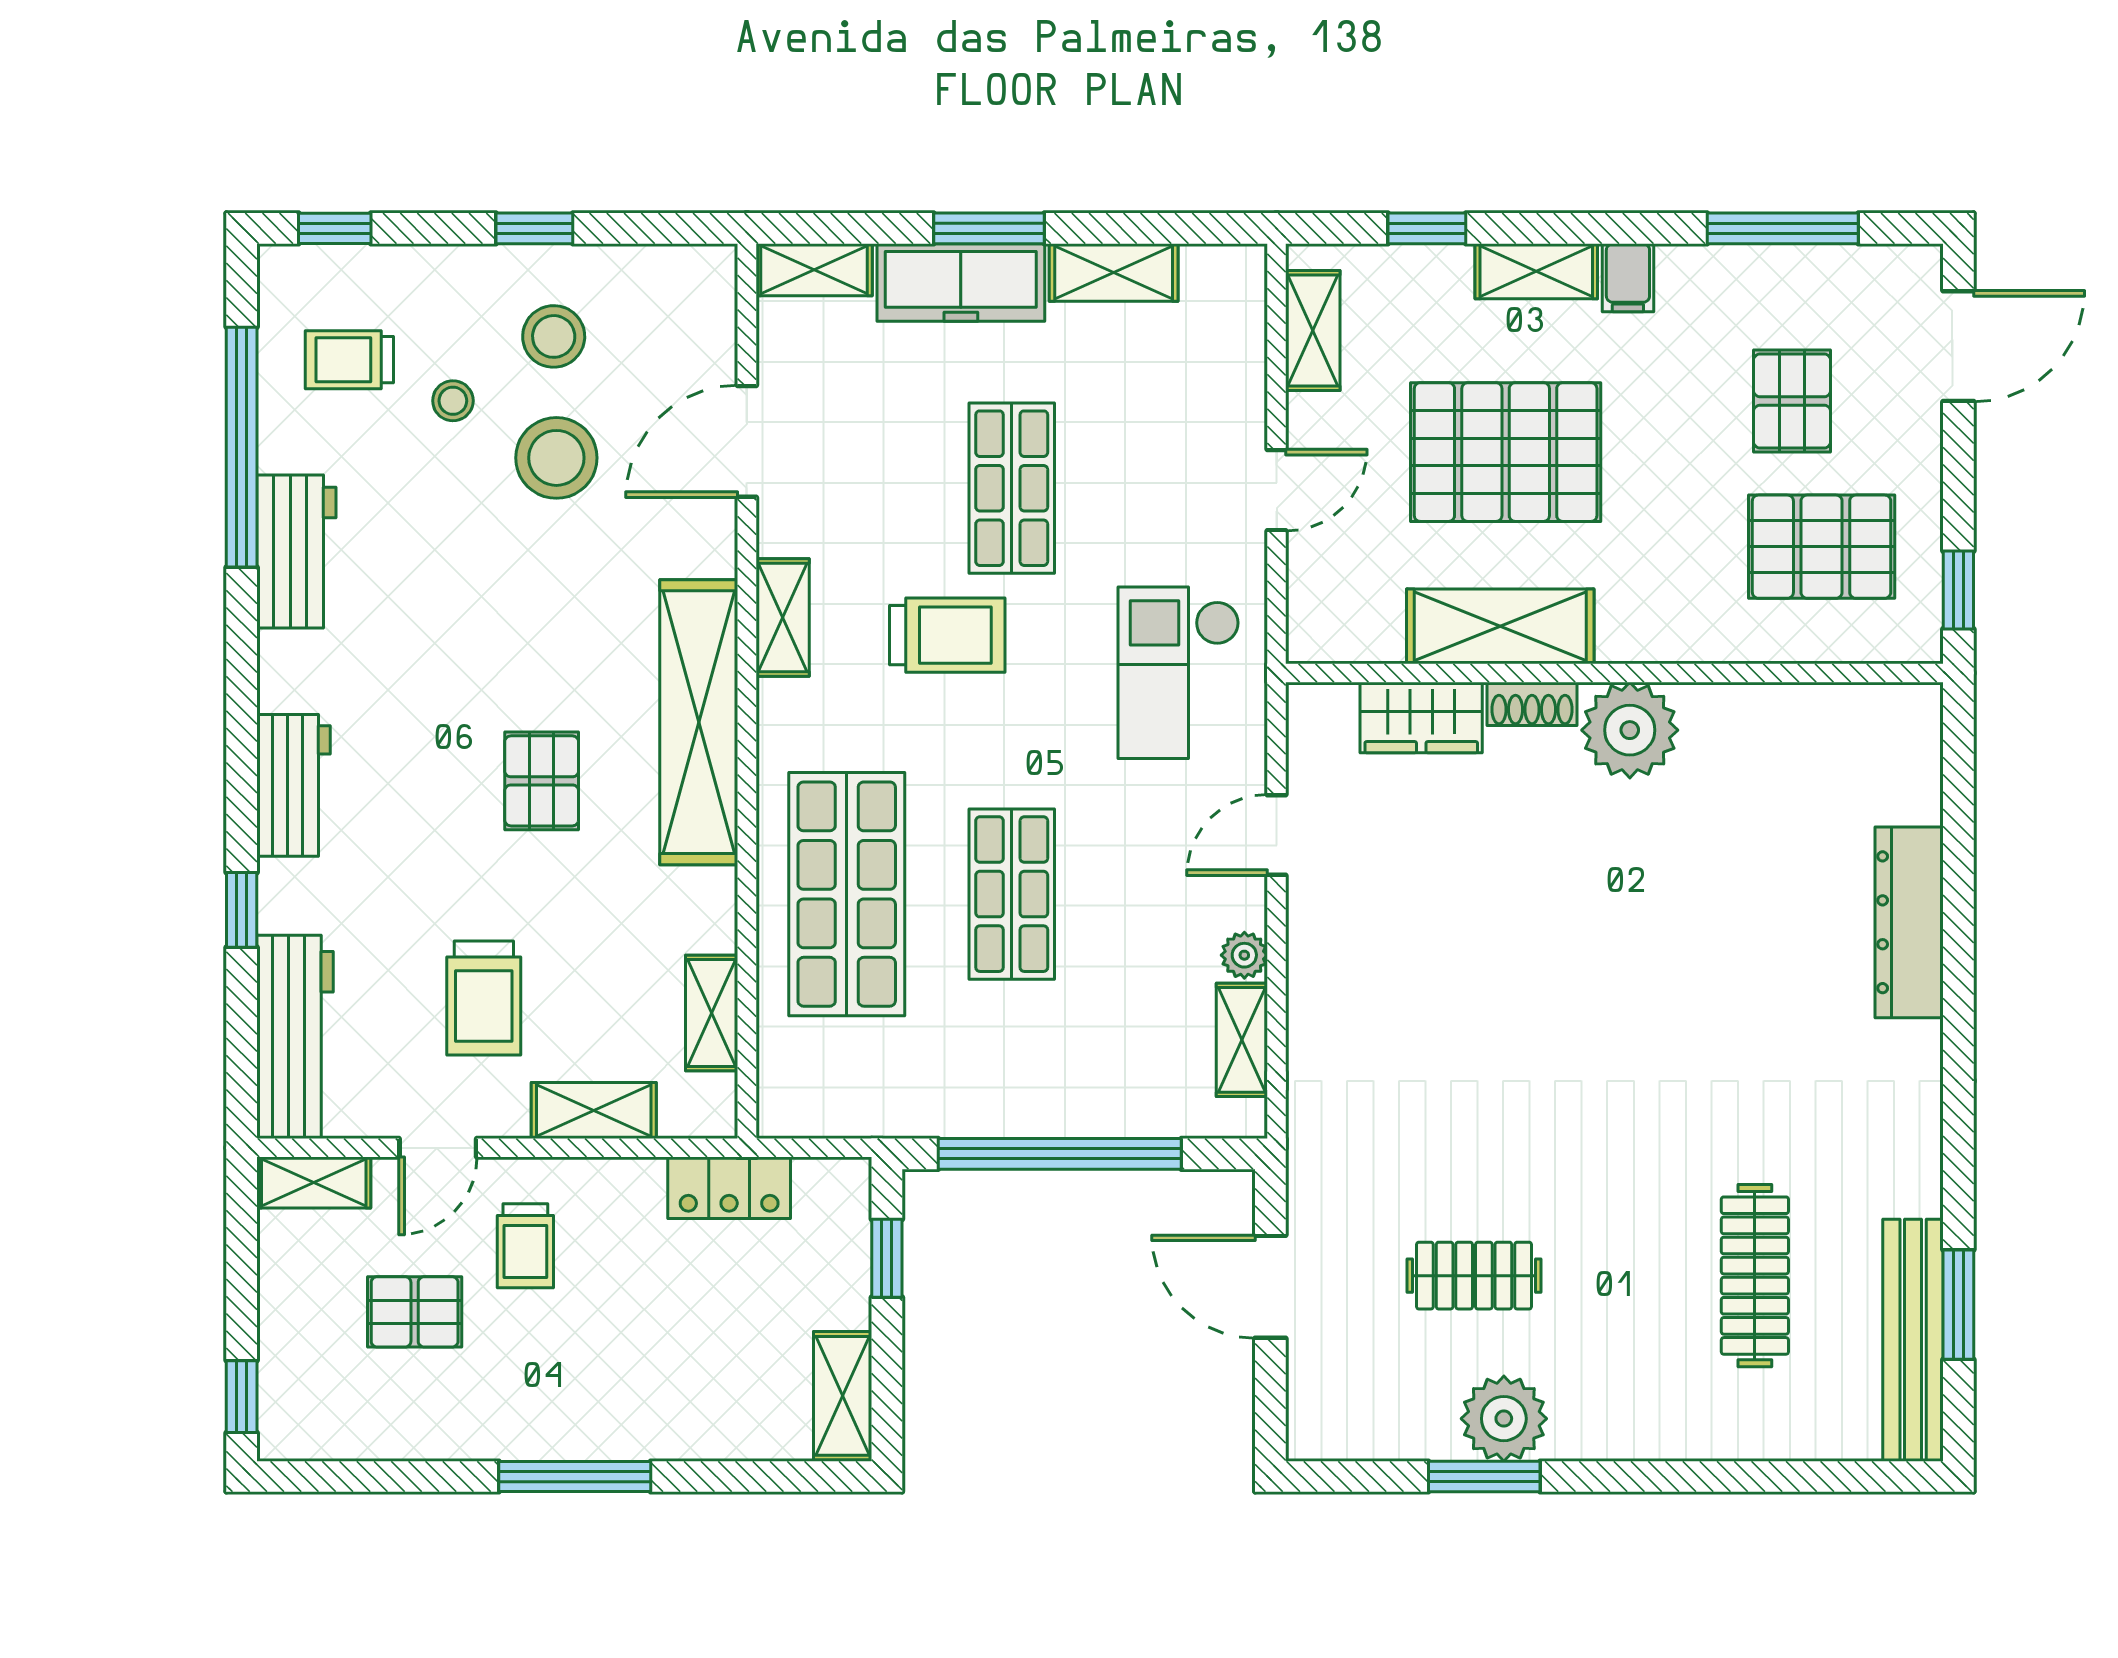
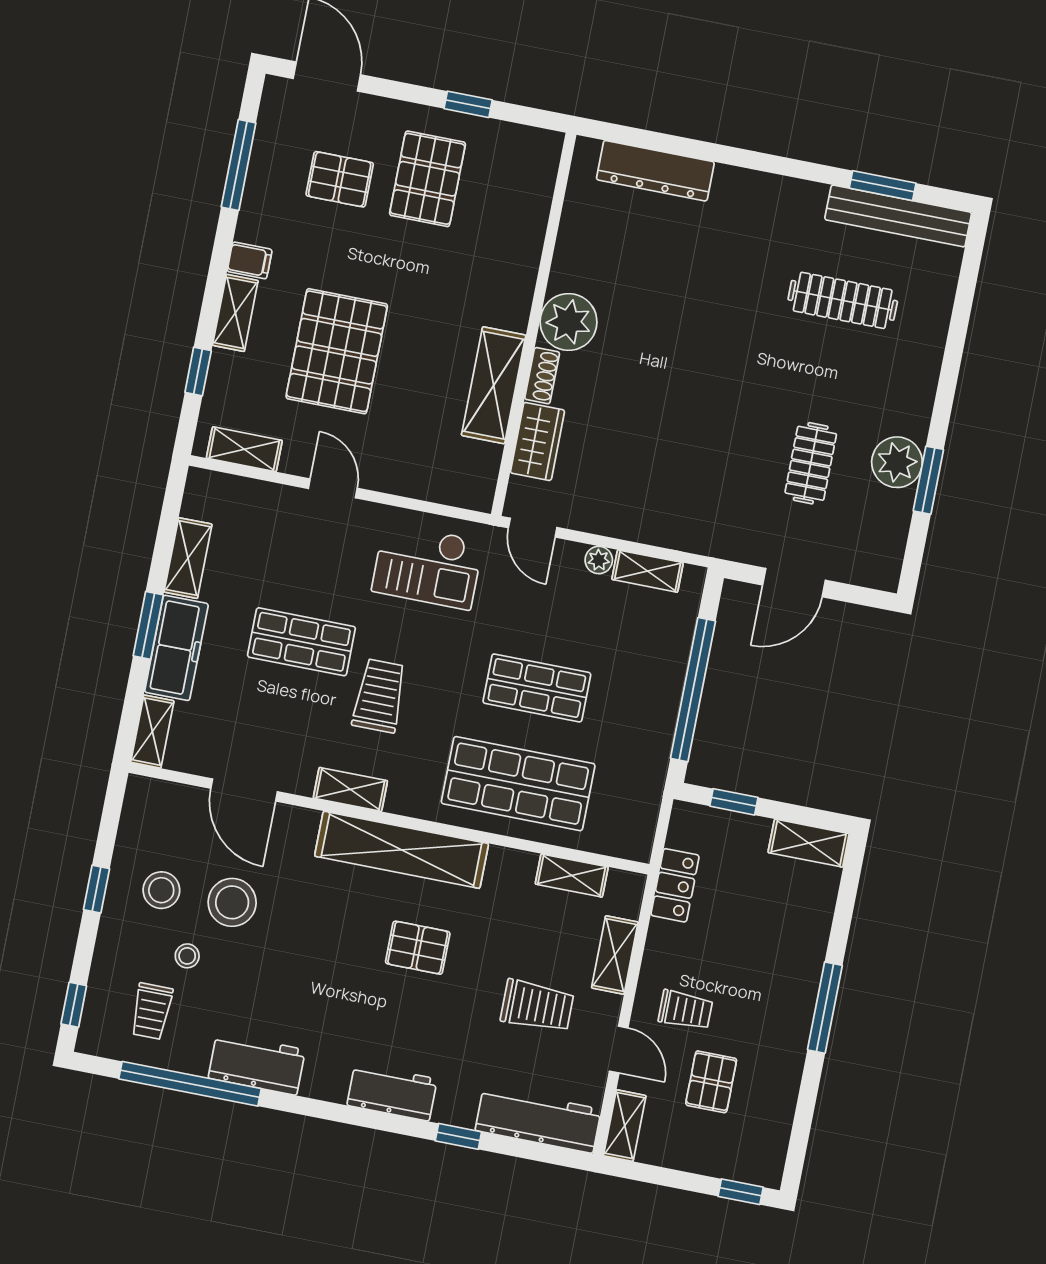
shelving: (1500, 626) -> (494, 385), moved
wall: (1614, 673) -> (534, 324), moved
shoe rack: (1532, 704) -> (542, 376), moved
wardrobe: (1421, 717) -> (537, 441), moved
plant: (1630, 730) -> (569, 322), moved

